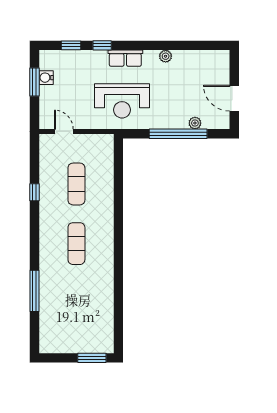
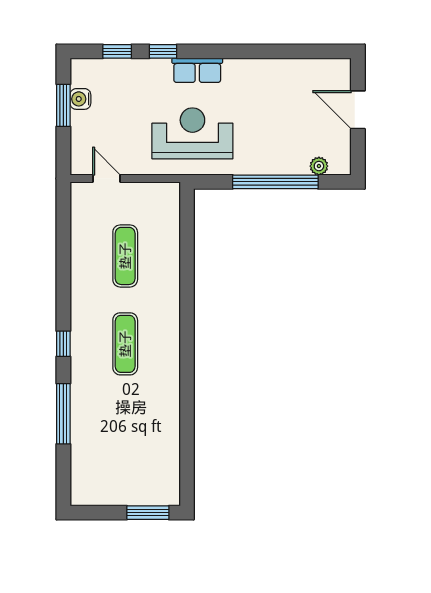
plant: (166, 56) -> (257, 67), removed
door: (234, 98) -> (358, 110), moved
reception desk: (122, 101) -> (192, 133), turned 180
plant: (195, 123) -> (319, 166), moved
window: (34, 192) -> (63, 344), moved

